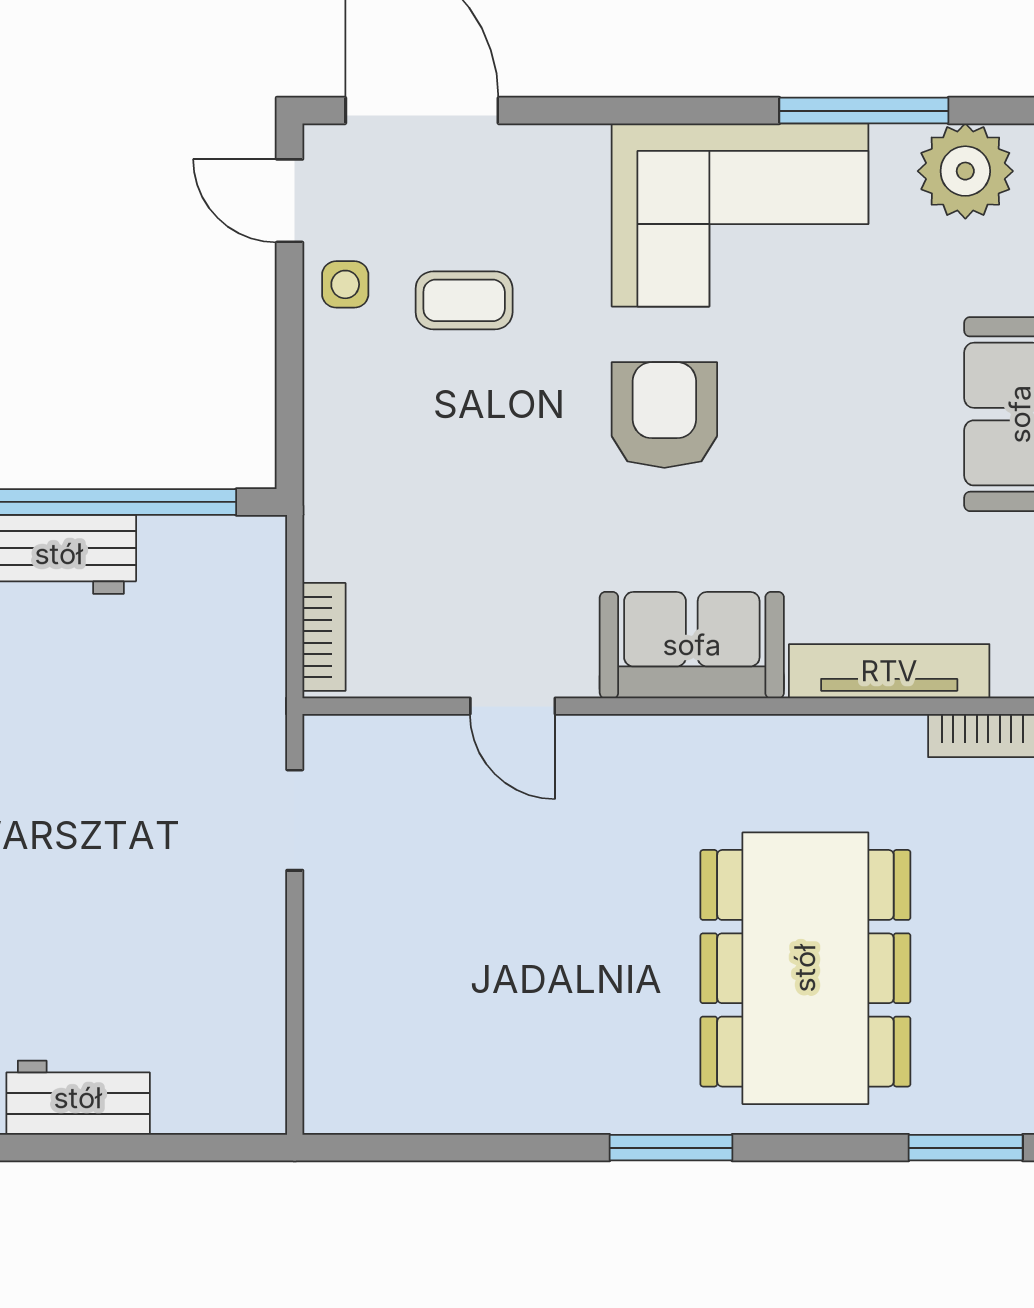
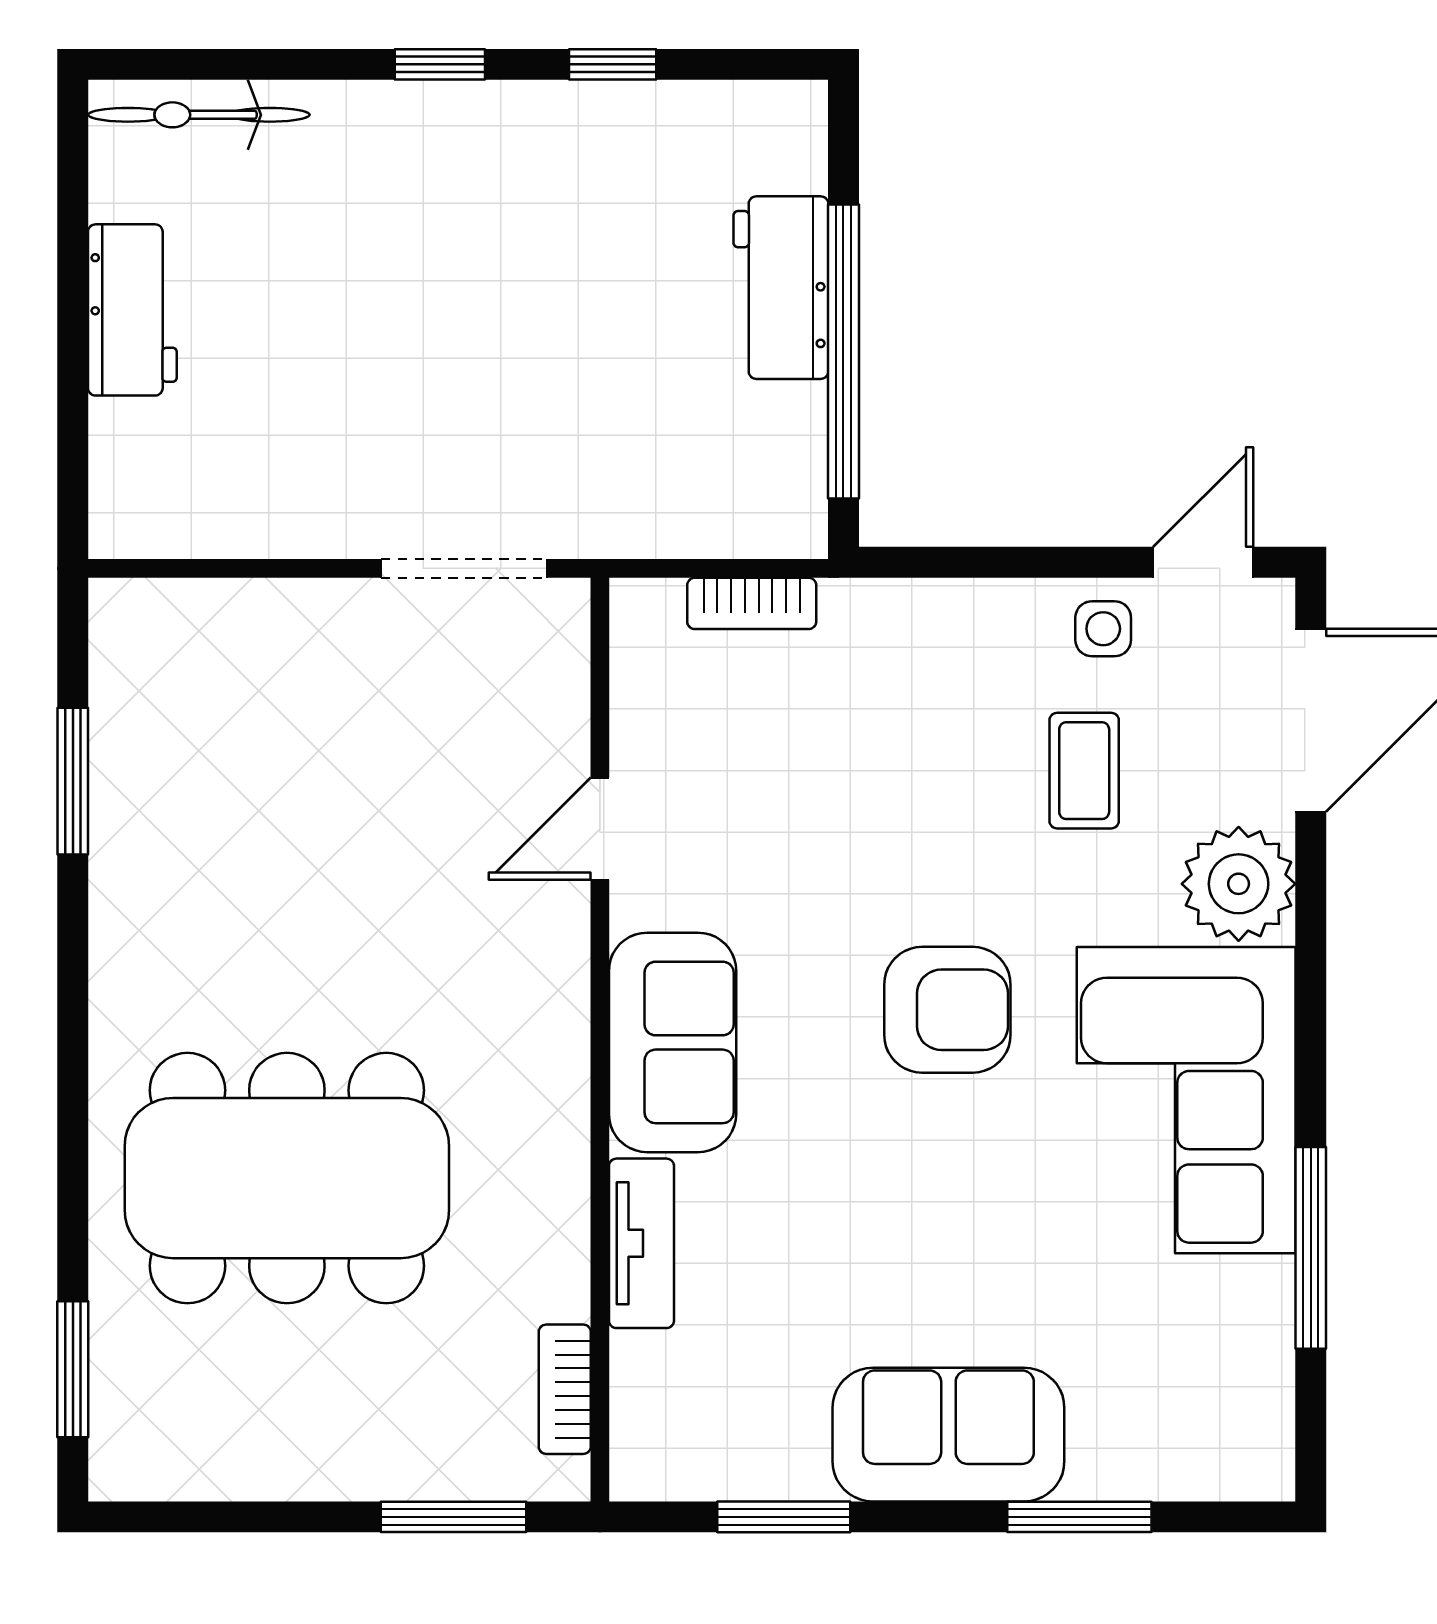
plant: (965, 171) -> (1239, 884), moved
bookcase: (324, 637) -> (752, 603), moved
tv unit: (889, 671) -> (641, 1243), width x0.71
doorway: (295, 820) -> (464, 568), width x1.38
window: (671, 1148) -> (73, 781), moved

